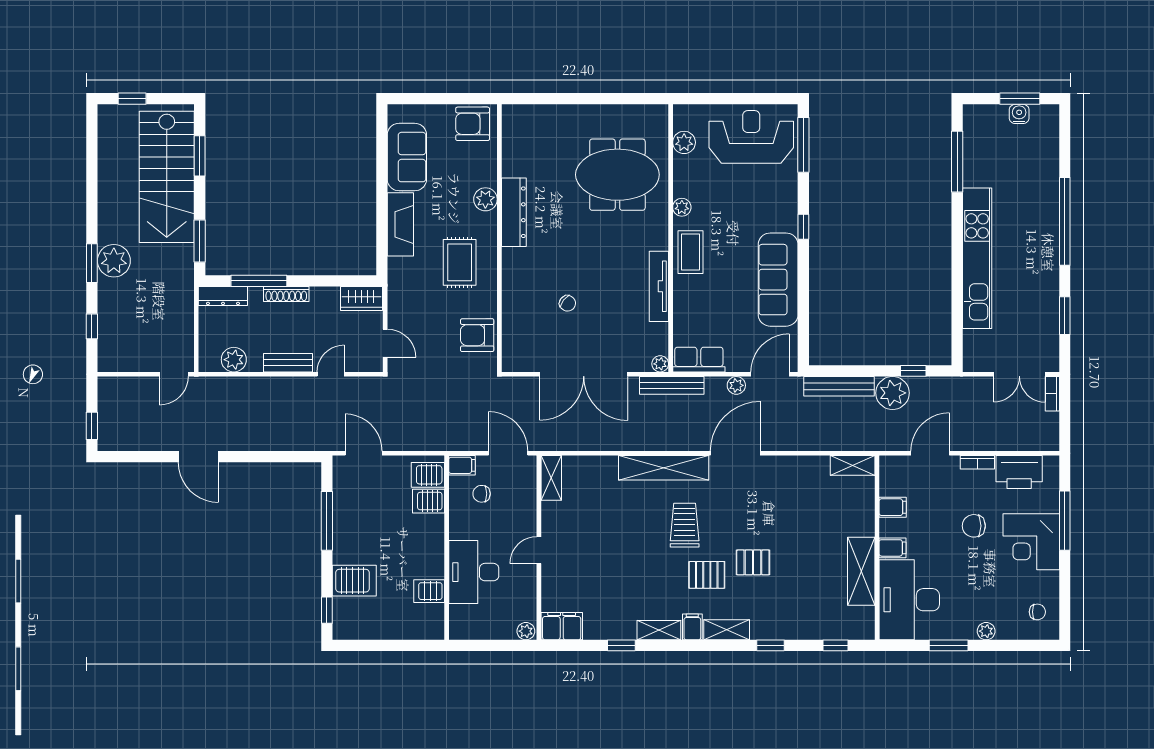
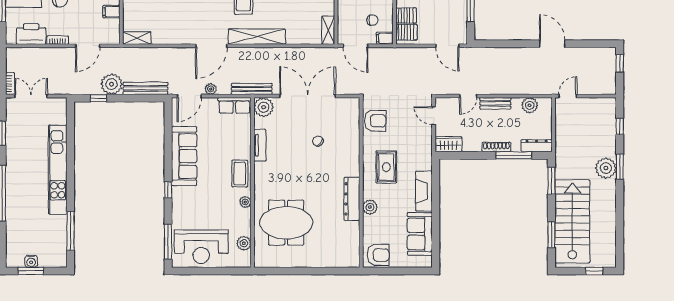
tv unit: (659, 286) -> (260, 145), width x0.71
plant: (660, 364) -> (264, 107), width x1.87, depth x1.87

